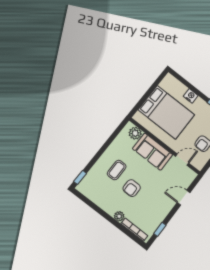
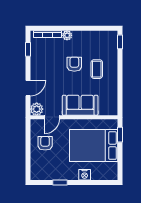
window: (139, 104) -> (120, 135), added
plant: (135, 133) -> (37, 109), moved

